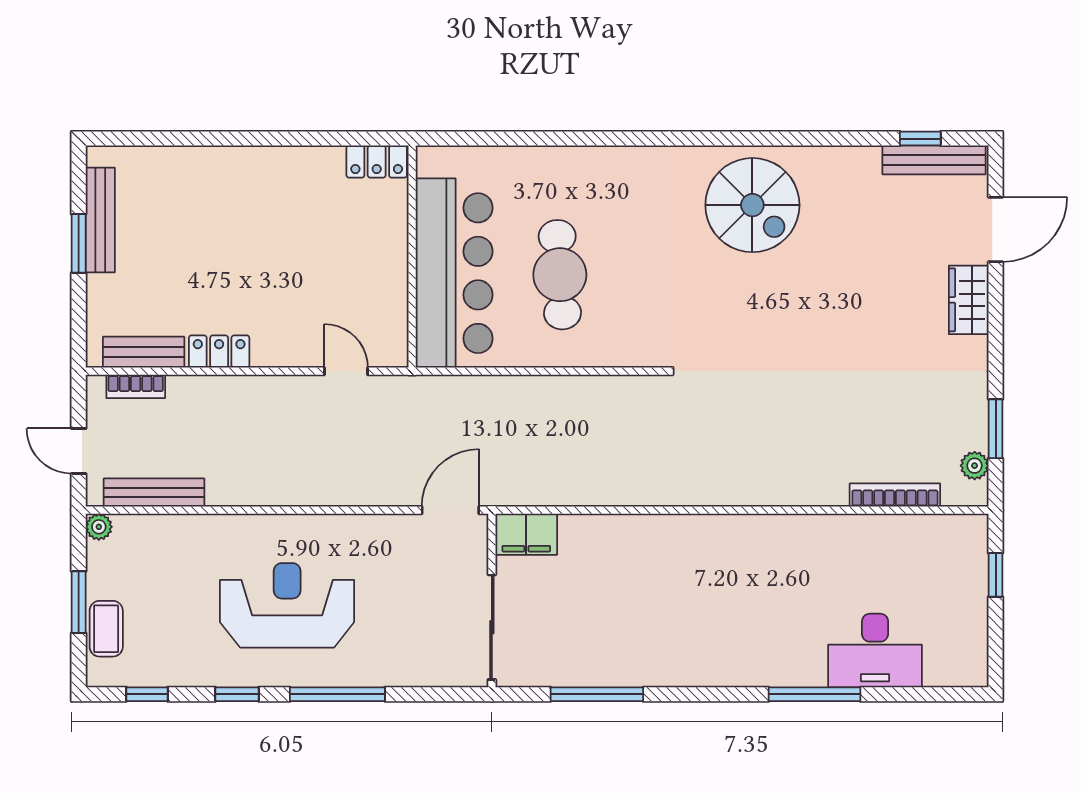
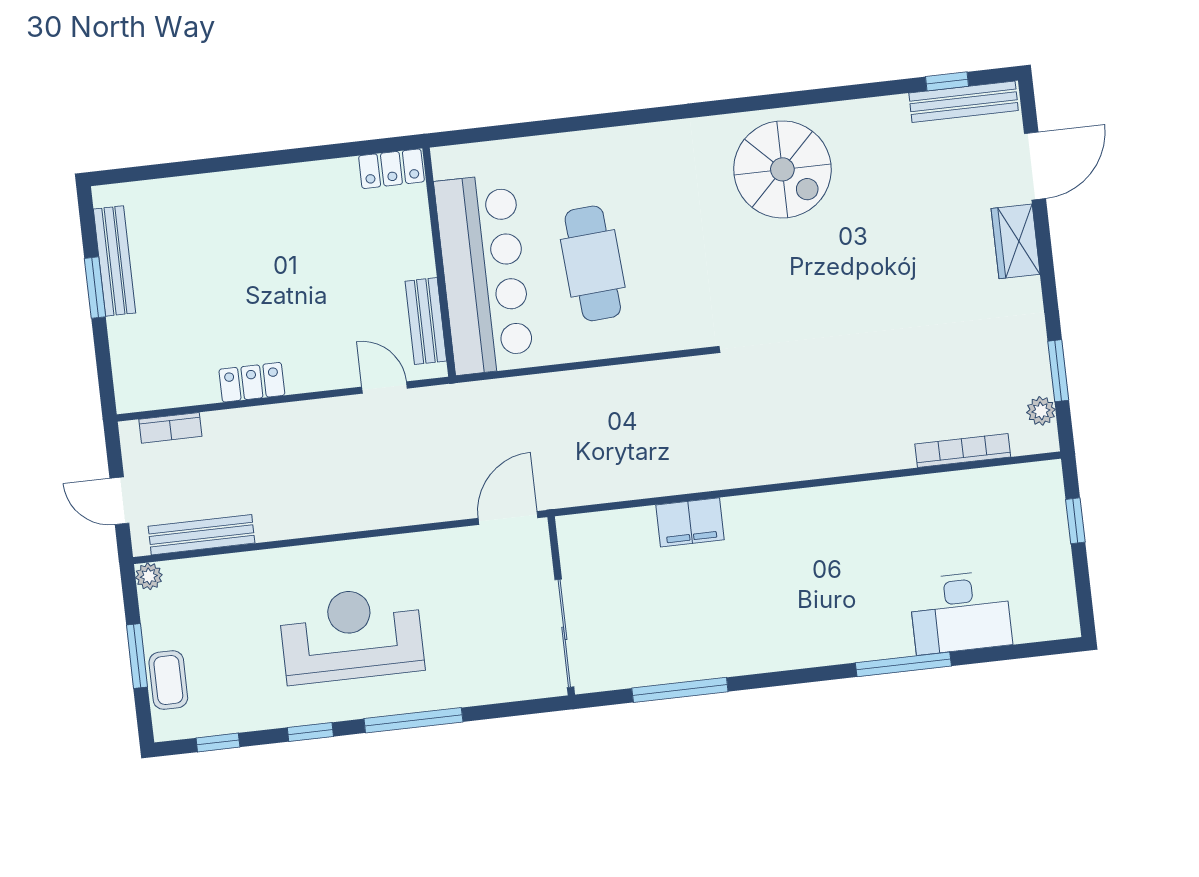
bench: (144, 352) -> (426, 321), moved, turned 90
filing cabinet: (526, 534) -> (690, 522), moved

